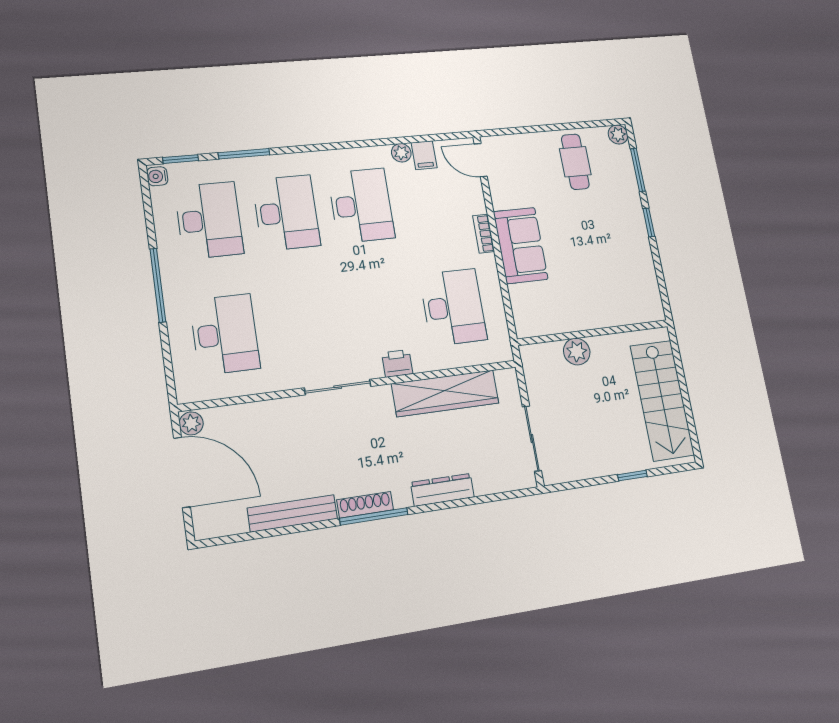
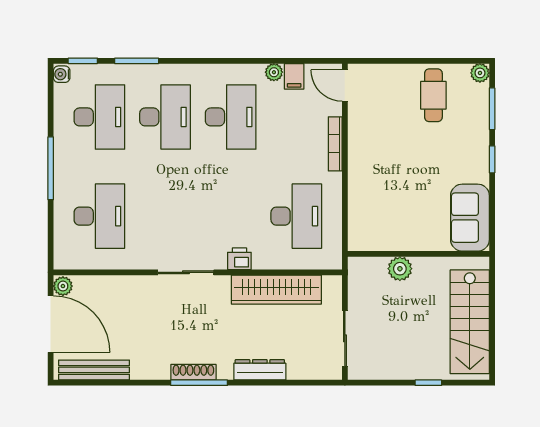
bookcase: (484, 234) -> (335, 144), width x1.56
sofa: (521, 245) -> (470, 218), moved, turned 180
bench: (292, 513) -> (94, 370), moved

